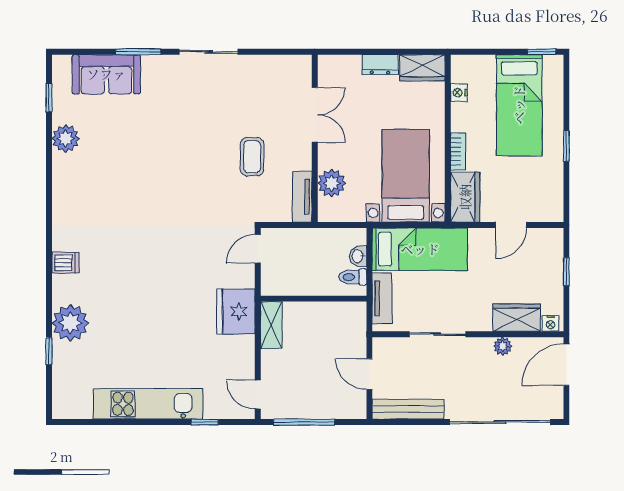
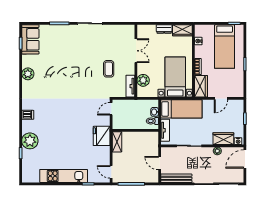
sofa: (106, 74) -> (30, 39), moved, turned -90
plant: (66, 138) -> (28, 74), moved

